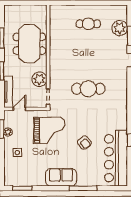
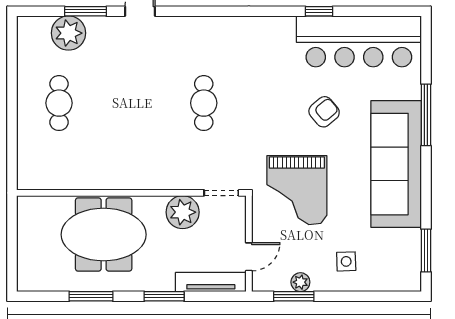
cafe table: (88, 89) -> (204, 103), width x0.73, depth x0.74
door: (19, 109) -> (249, 257), swing flipped
grand piano: (49, 130) -> (297, 190), turned 180
sofa: (61, 177) -> (396, 164), width x1.85, depth x1.27

